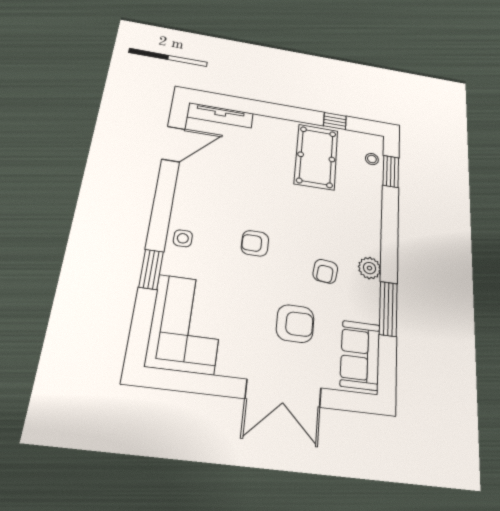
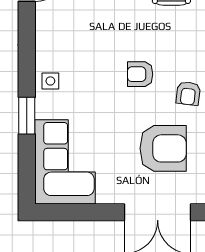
armchair: (255, 243) -> (140, 74), moved
armchair: (295, 324) -> (163, 148), width x1.36, depth x1.36

